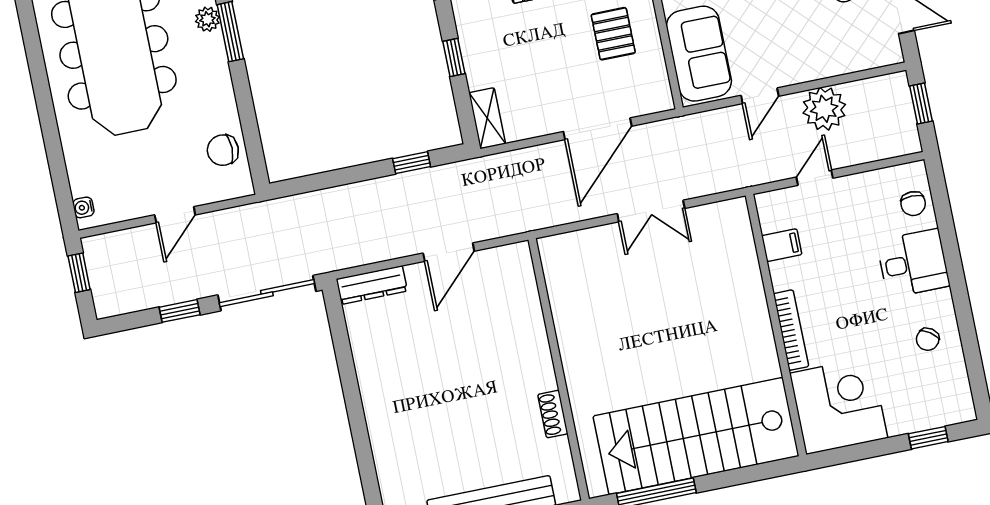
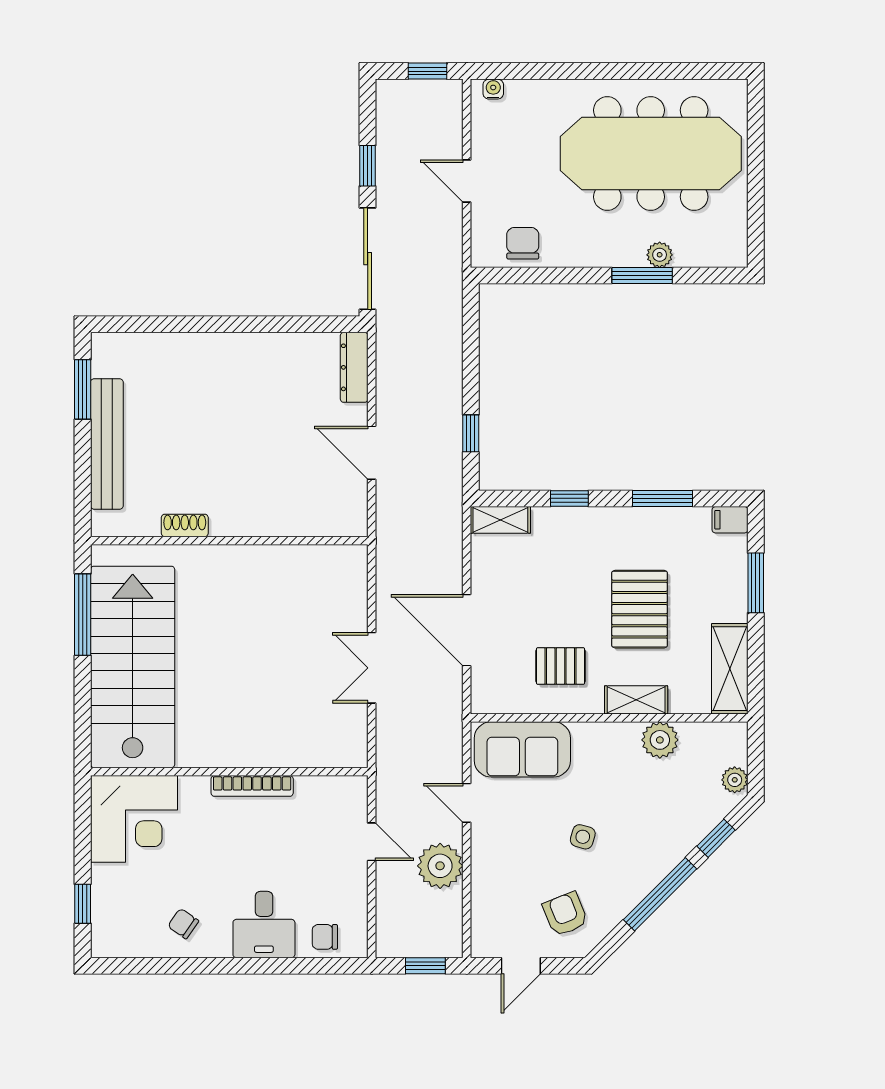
filing cabinet: (782, 245) -> (310, 794), removed
bookcase: (791, 330) -> (252, 786), moved

